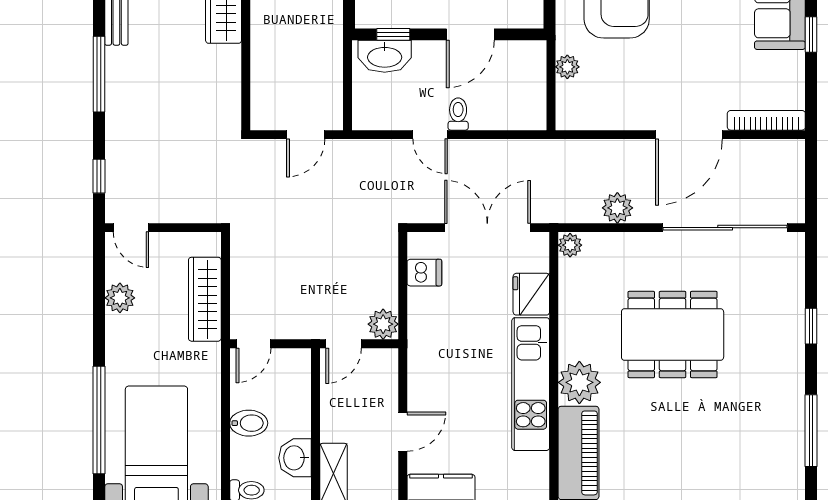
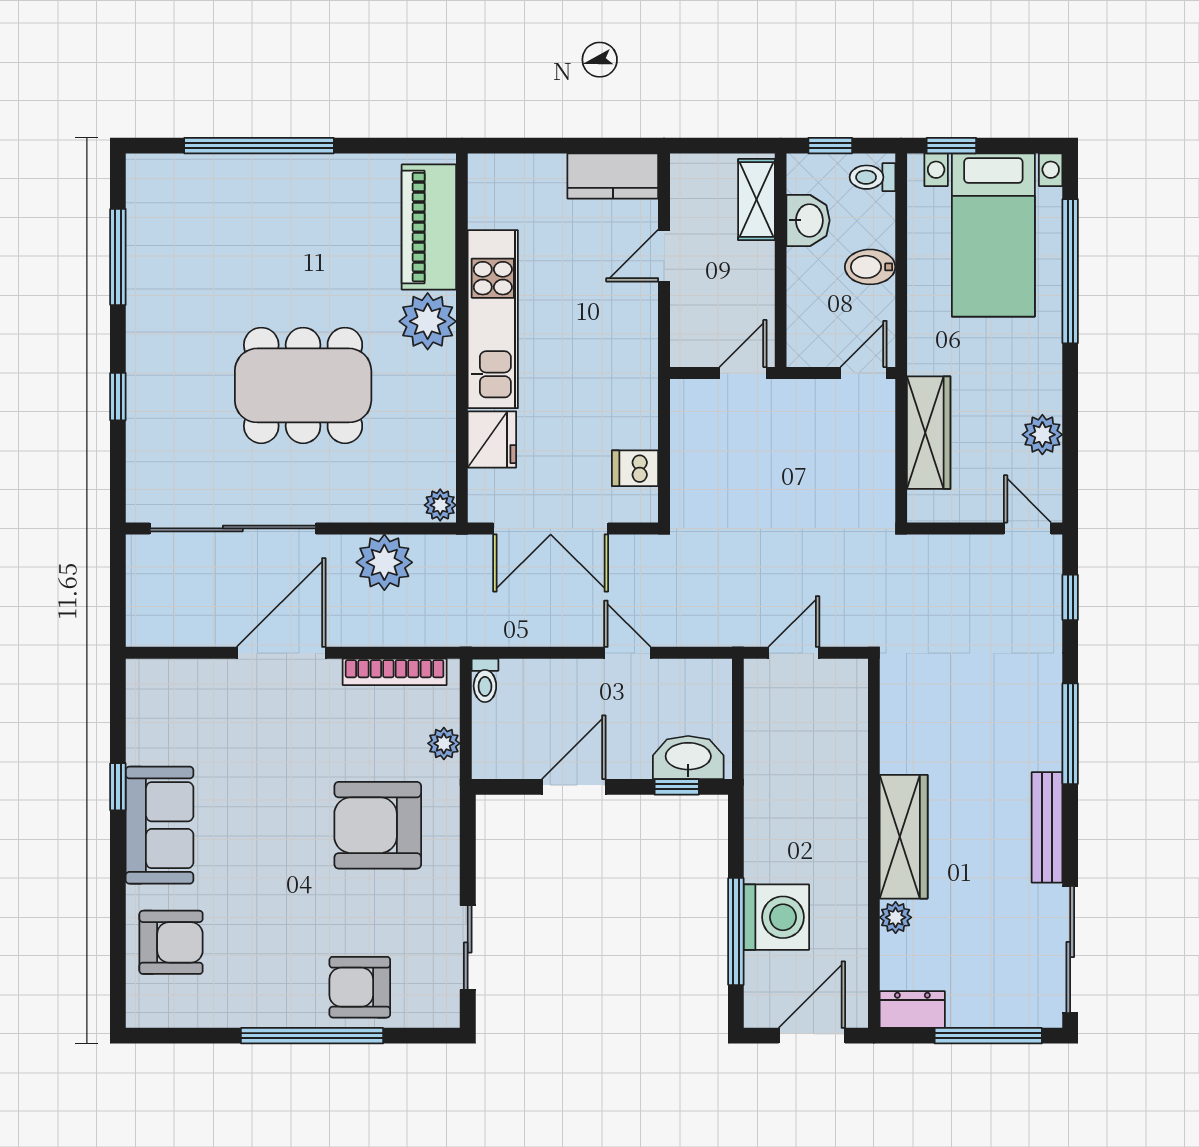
toilet: (458, 114) -> (485, 680), moved
bookcase: (766, 120) -> (395, 672), moved
plant: (617, 208) -> (384, 562), width x1.36, depth x1.36
plant: (383, 324) -> (690, 399), removed

